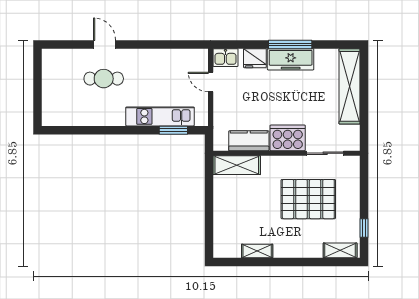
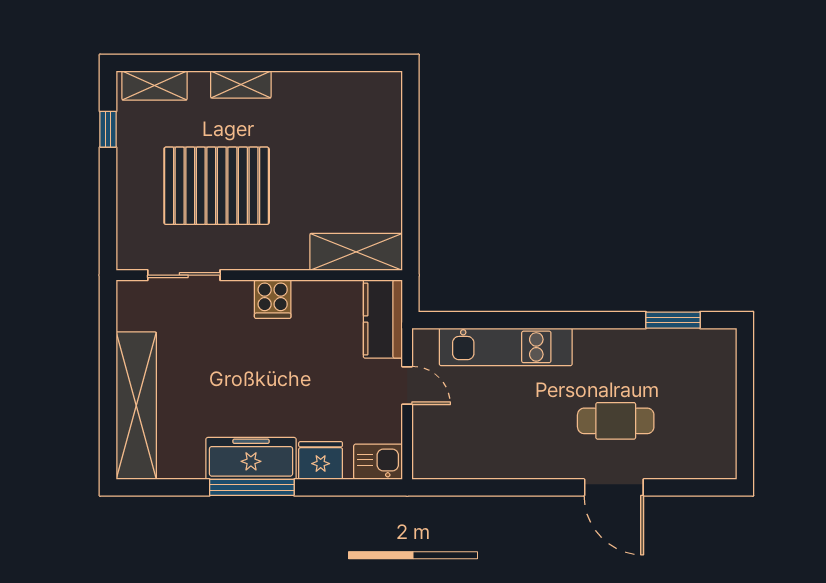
door: (105, 44) -> (614, 487), width x1.38
door: (211, 82) -> (407, 385), moved
window: (173, 130) -> (673, 320), moved
cooker: (288, 138) -> (273, 299), width x0.53, depth x0.76
kitchen counter: (249, 141) -> (383, 319), moved, turned 90
shelving: (257, 251) -> (241, 84), moved

